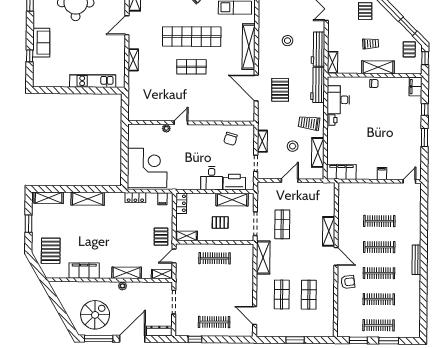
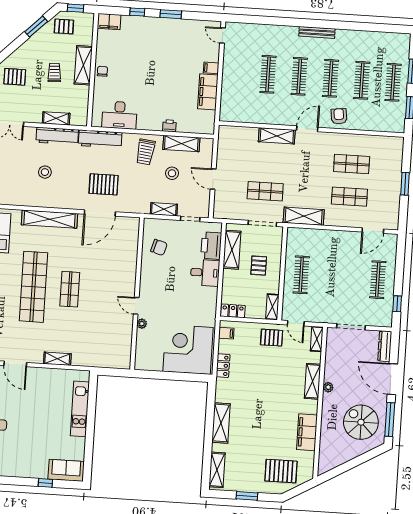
sofa: (41, 43) -> (66, 470), moved
shelving: (332, 62) -> (56, 118), moved
printer: (332, 120) -> (169, 126), moved
filing cabinet: (341, 172) -> (208, 92), moved

